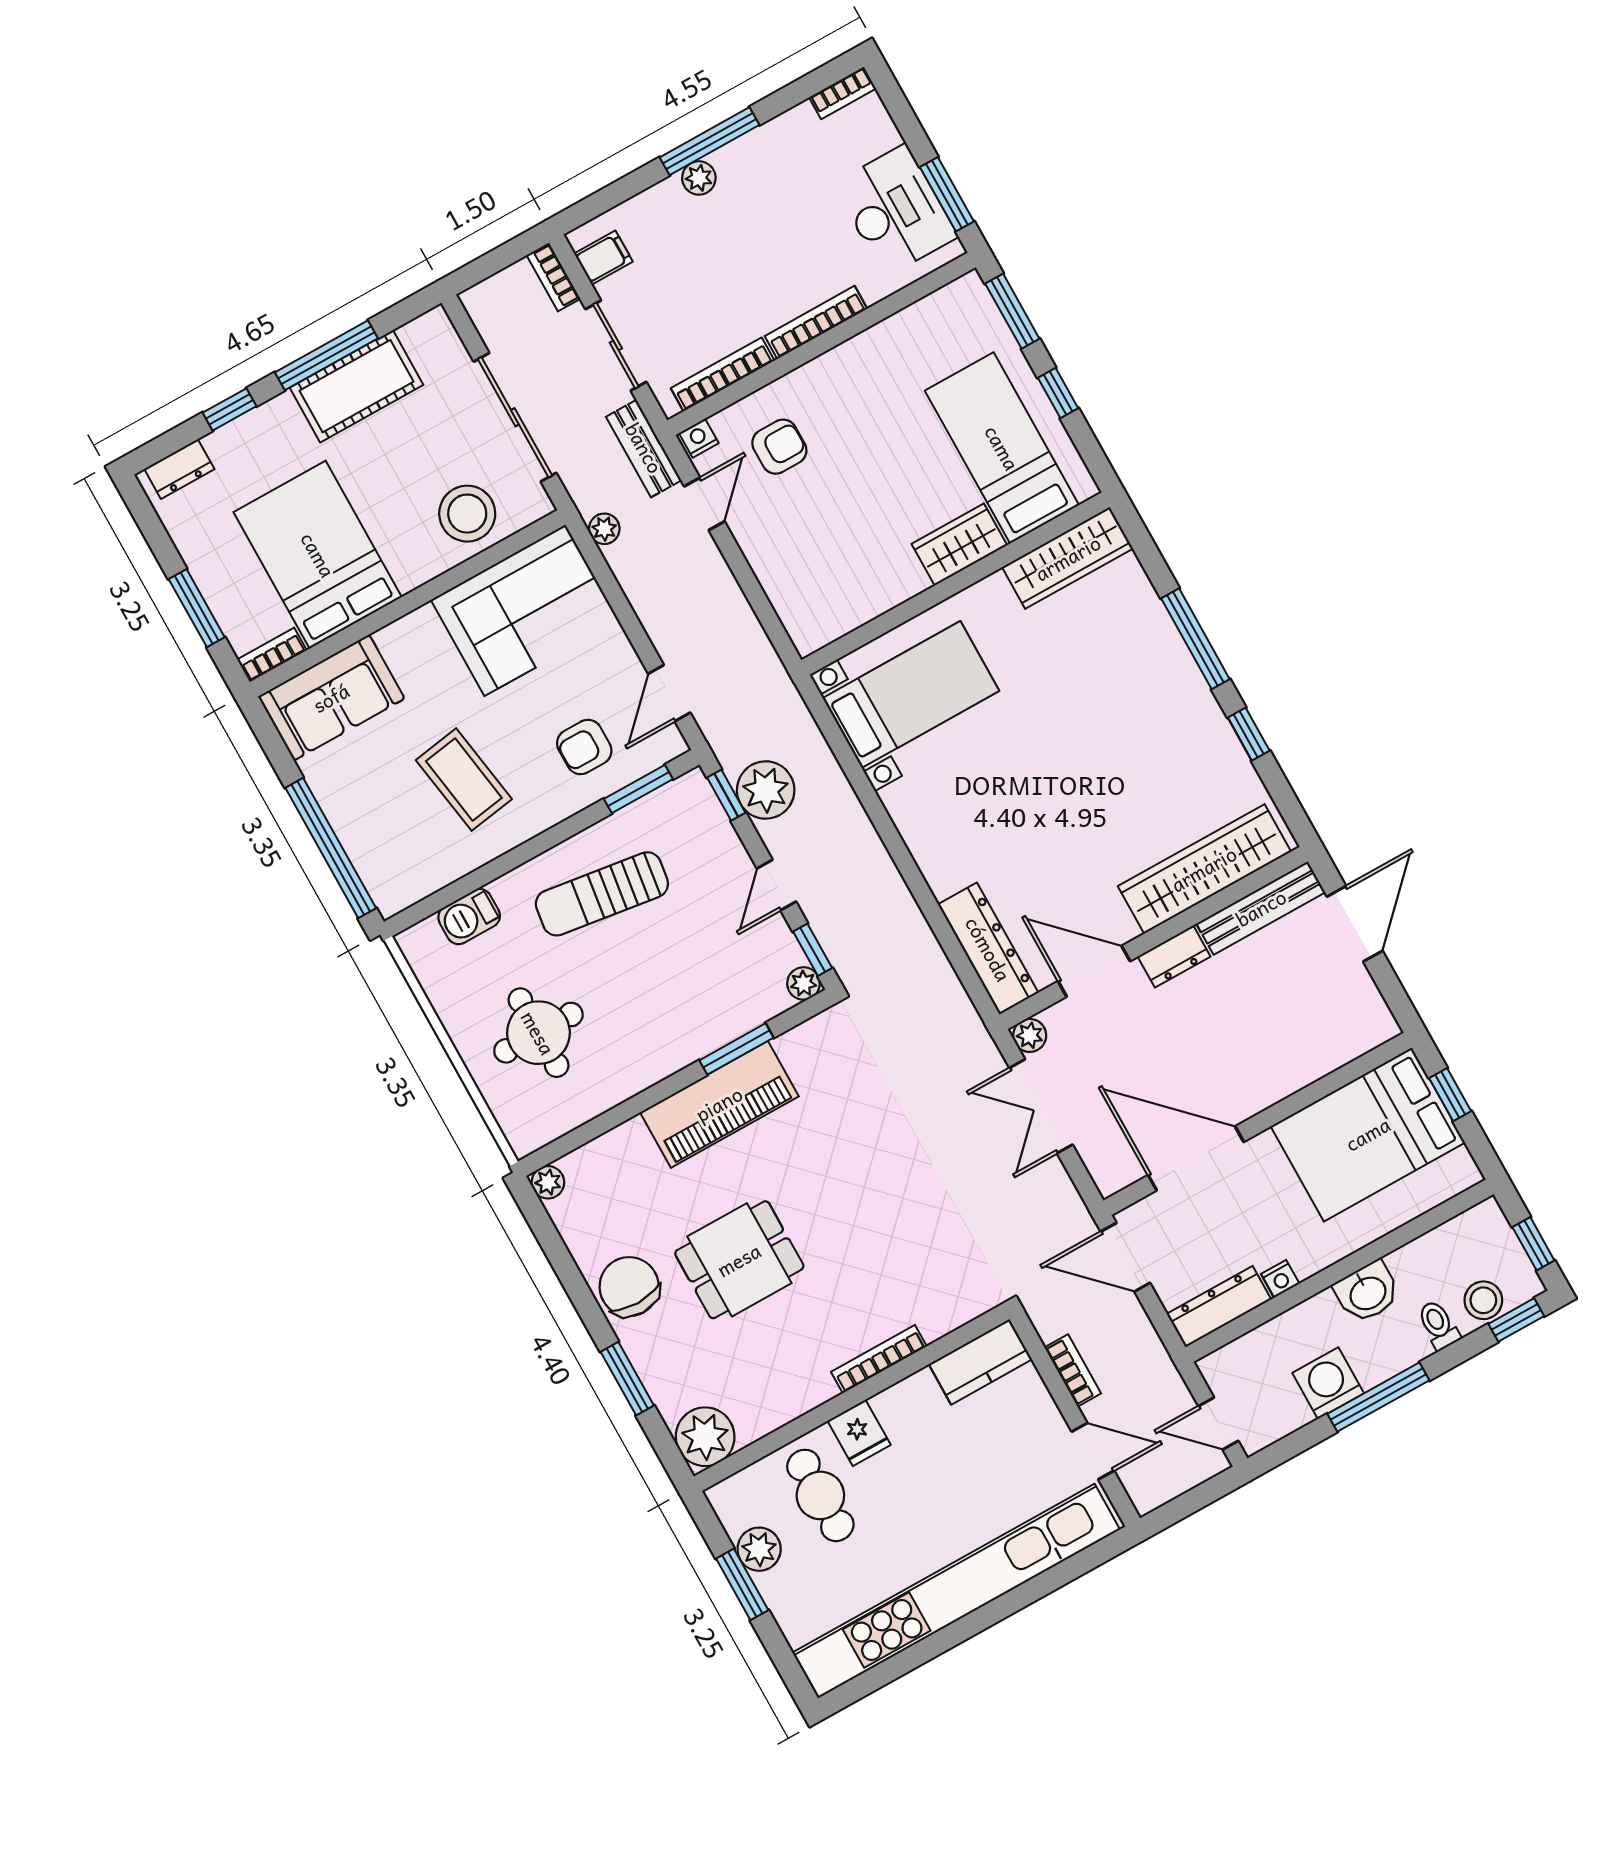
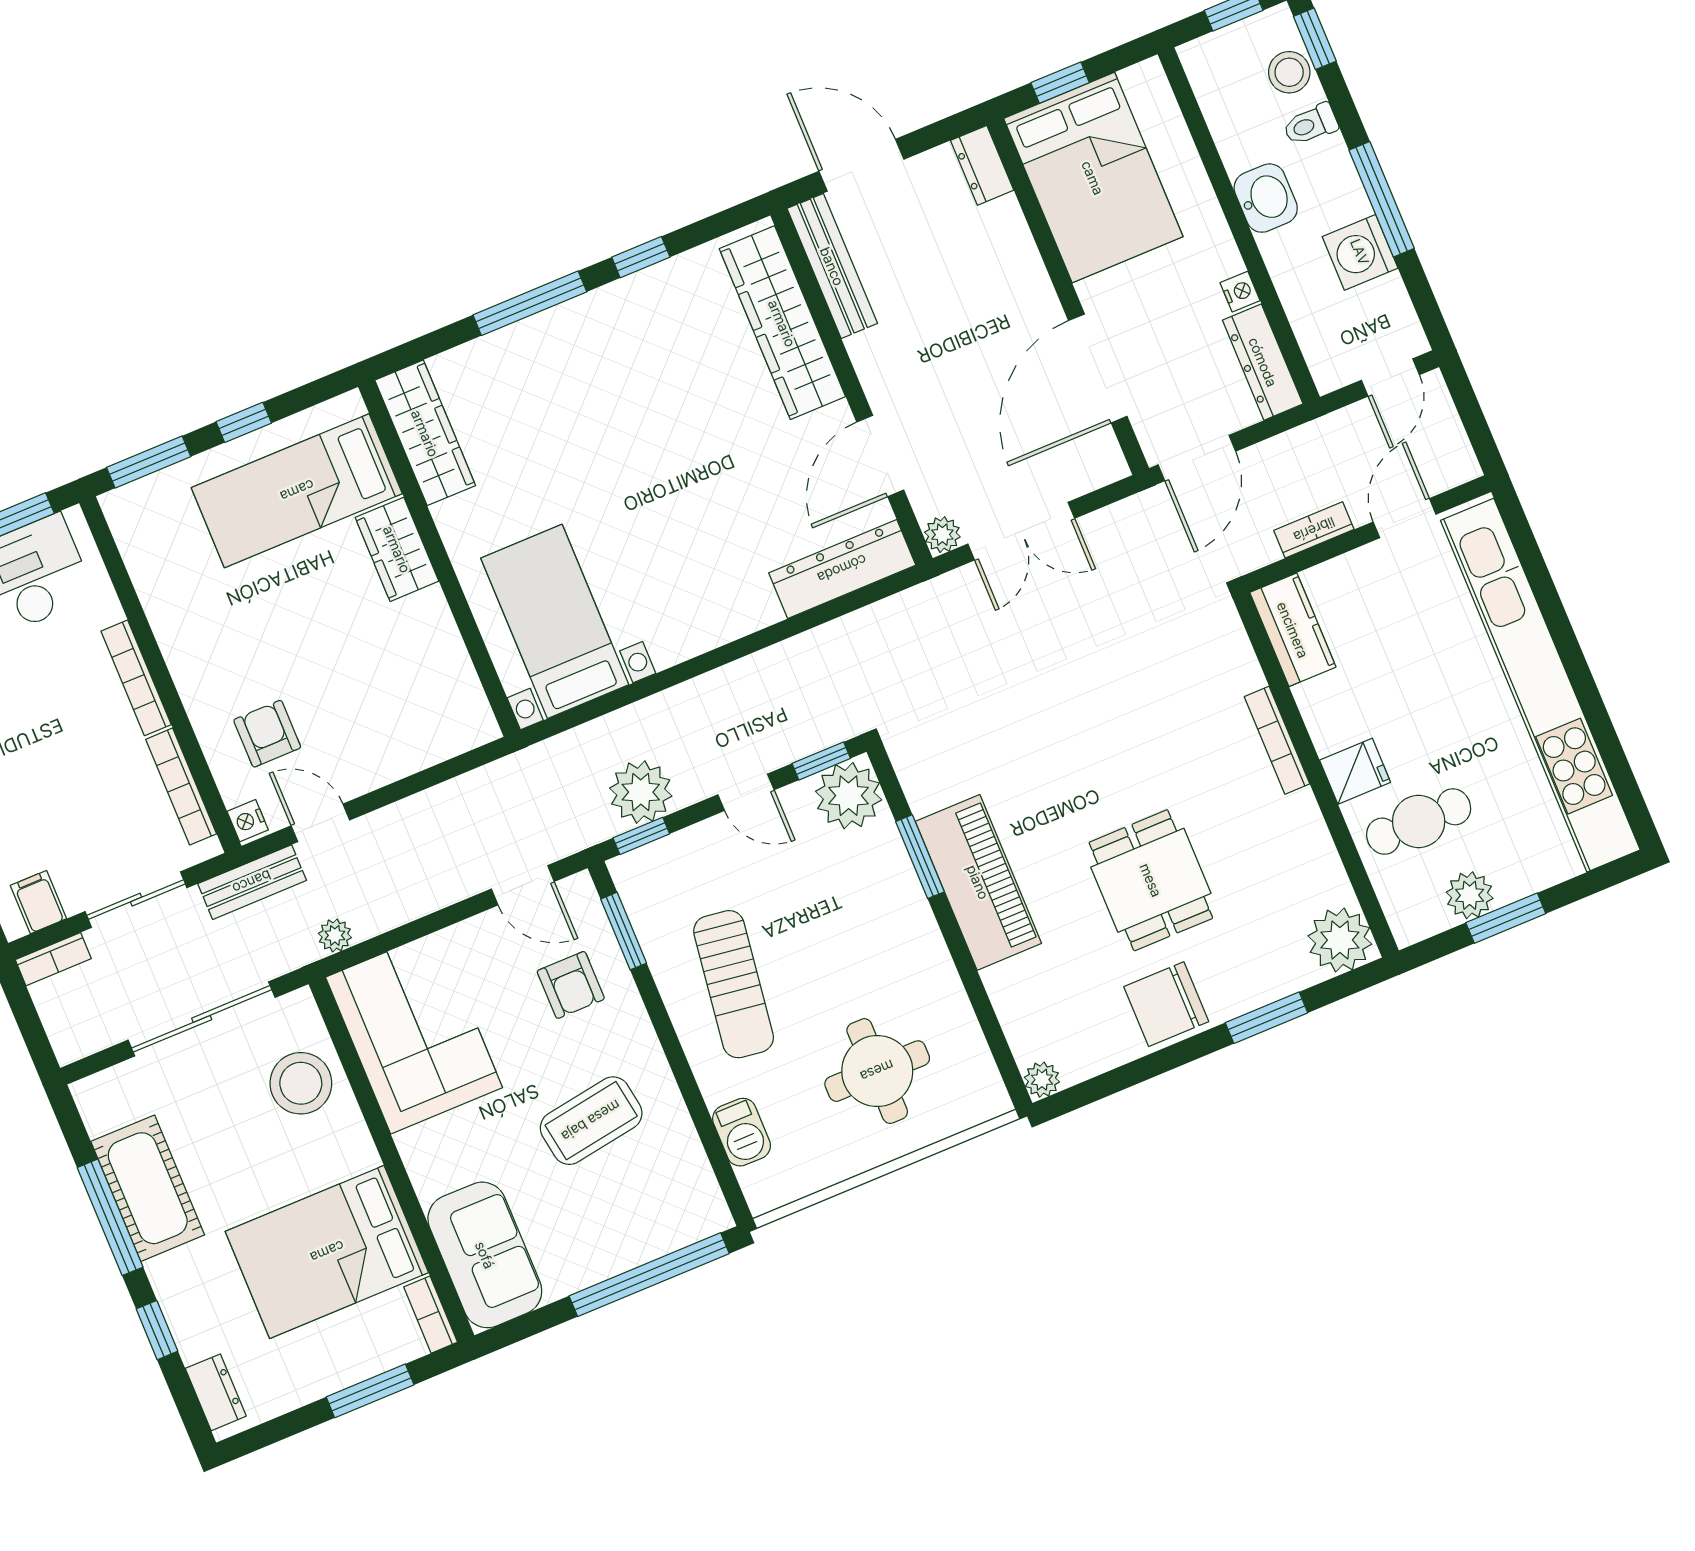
dresser: (1174, 956) -> (982, 165), moved, turned 180
plant: (803, 983) -> (849, 796), width x1.88, depth x1.88

